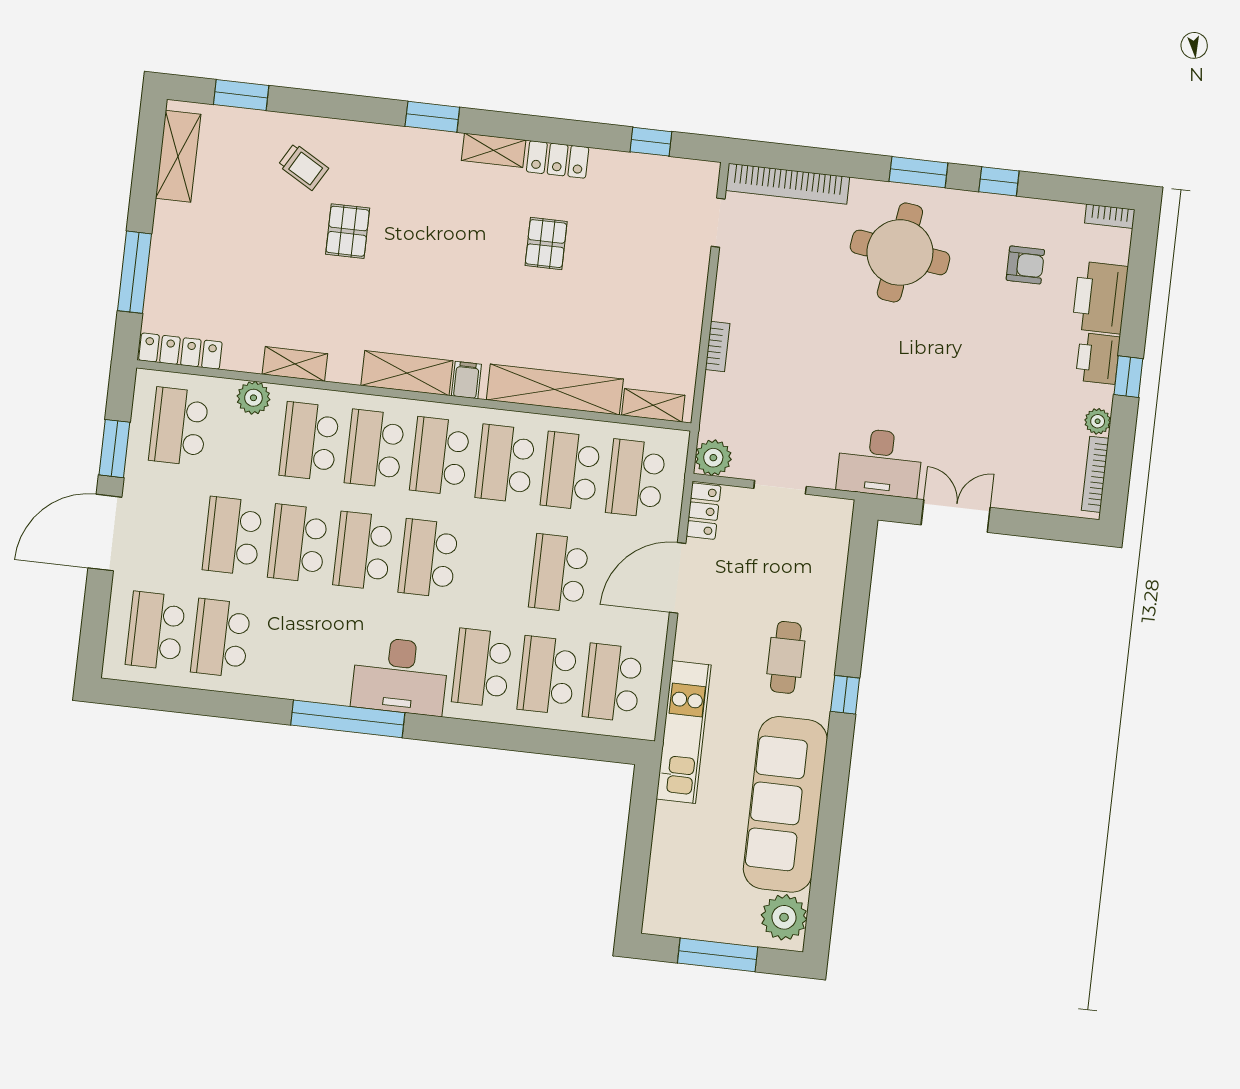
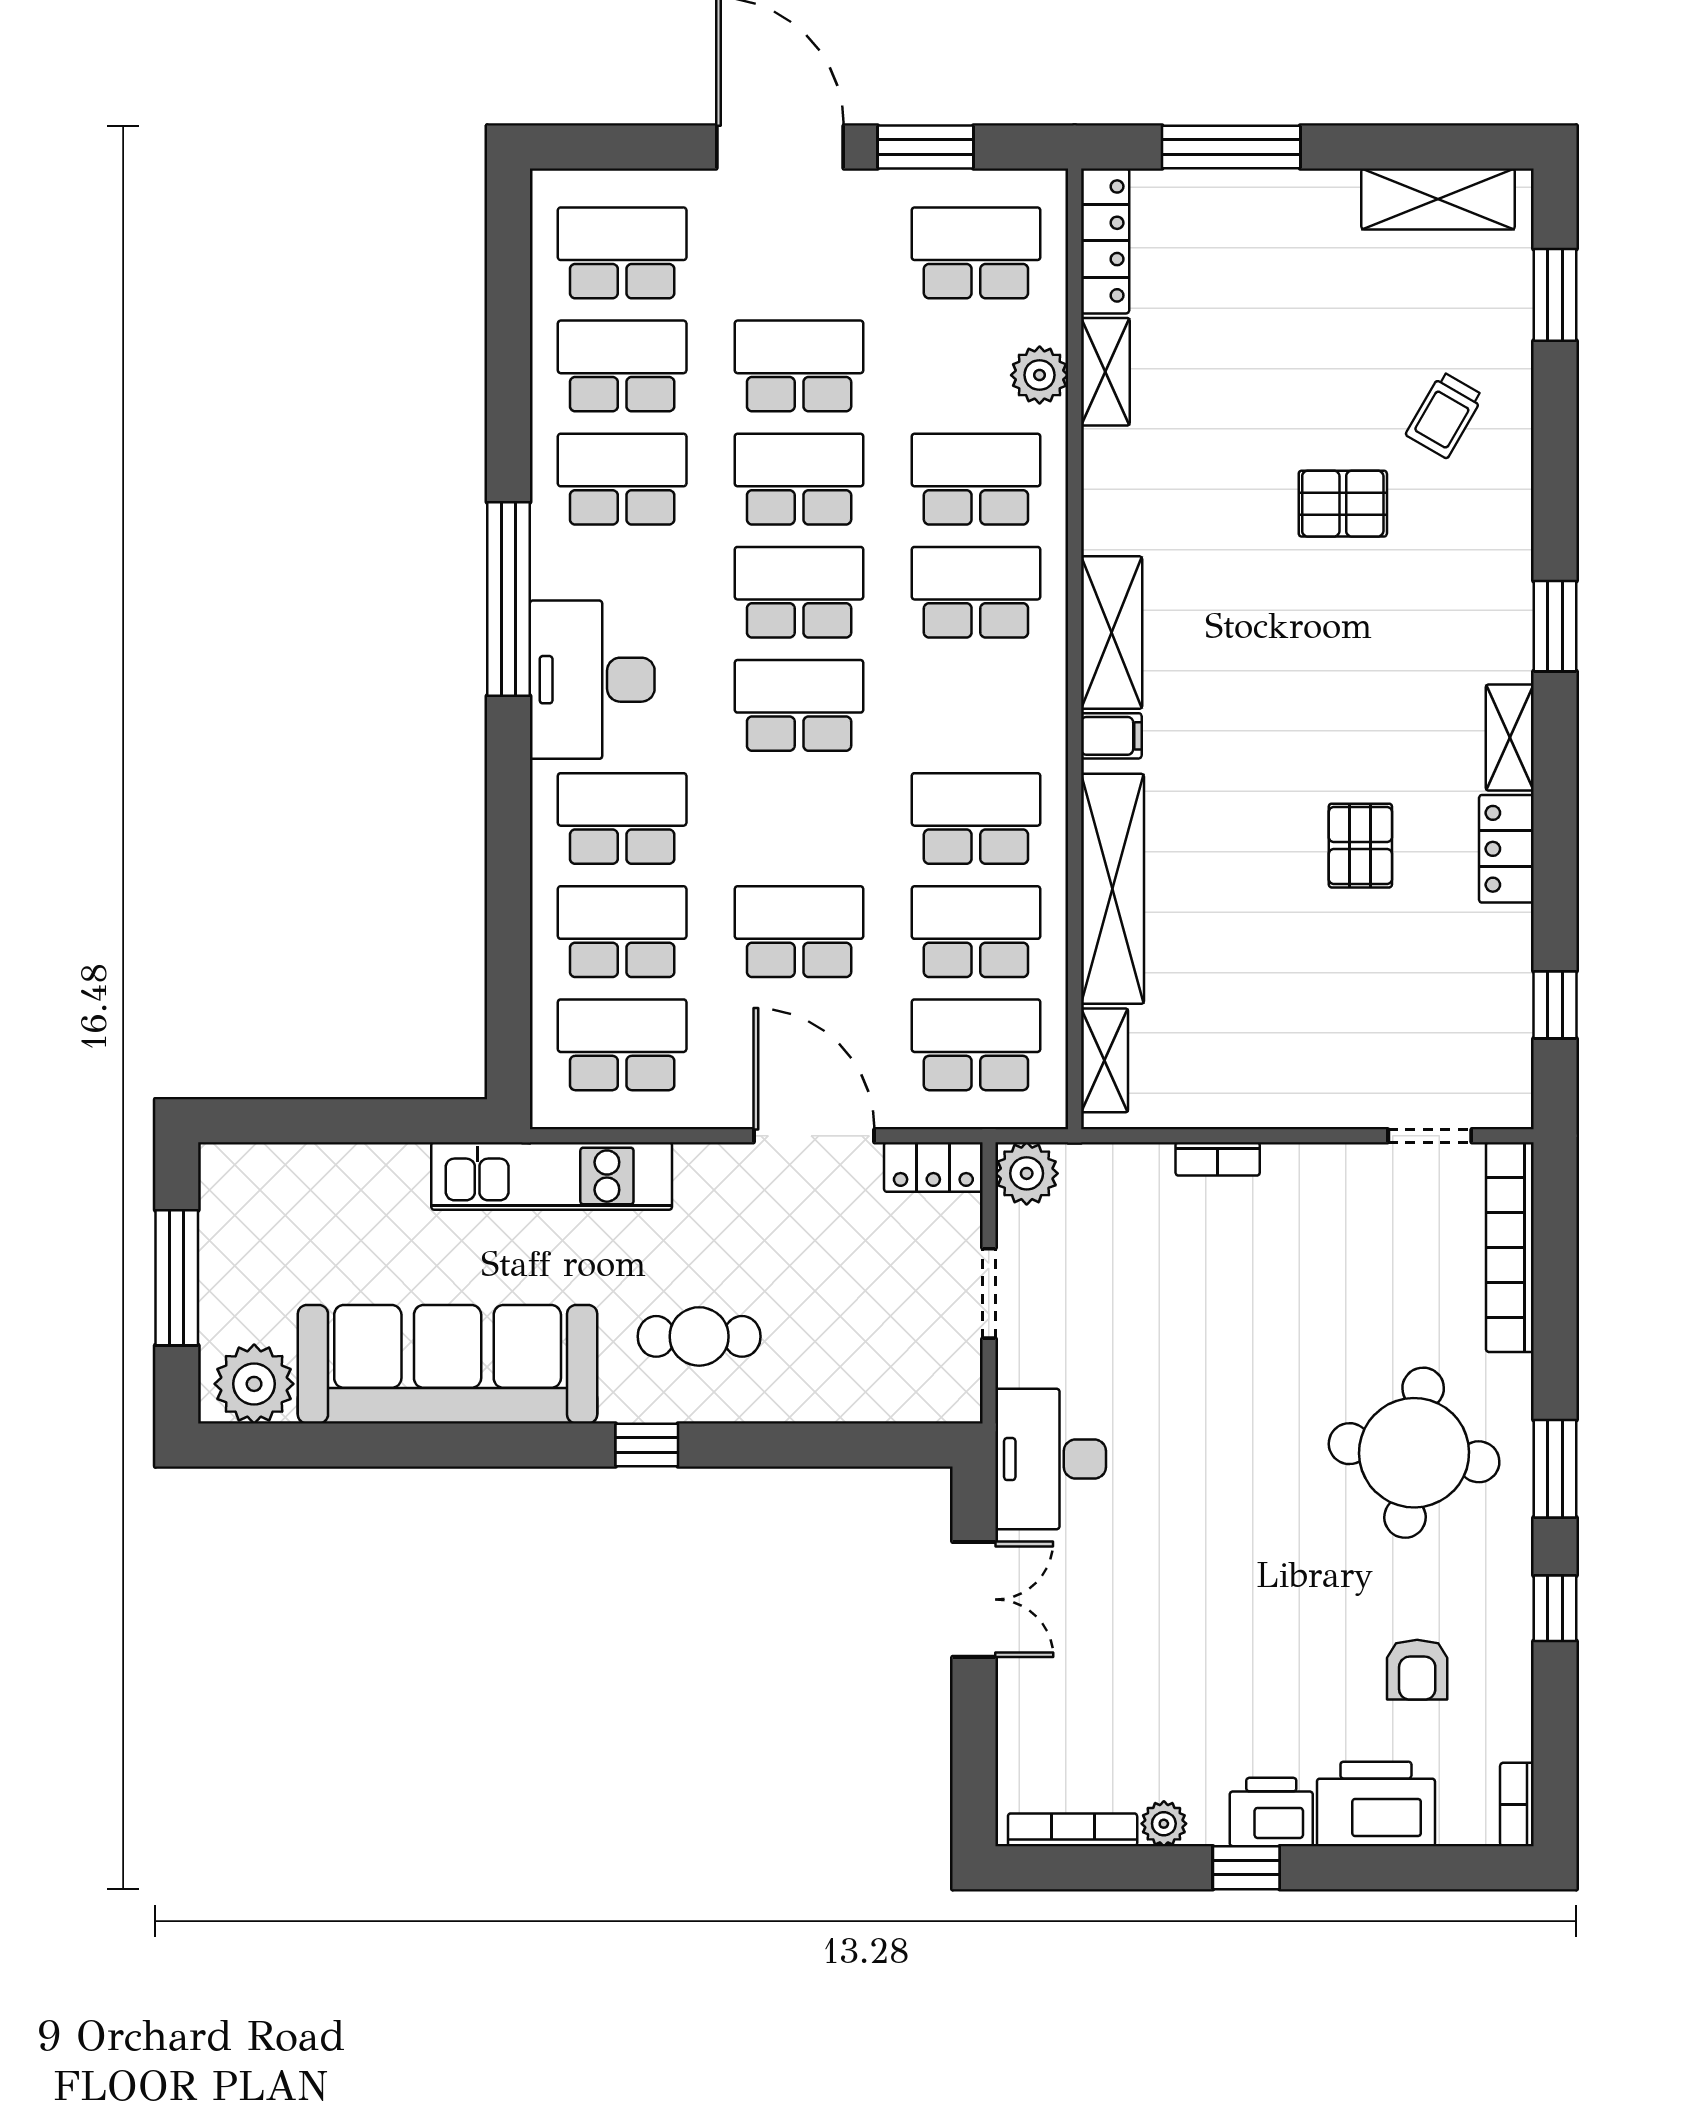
pallet: (546, 244) -> (1360, 846), turned 90
shelving: (295, 364) -> (1105, 372), moved
school desk: (440, 456) -> (622, 479), moved

